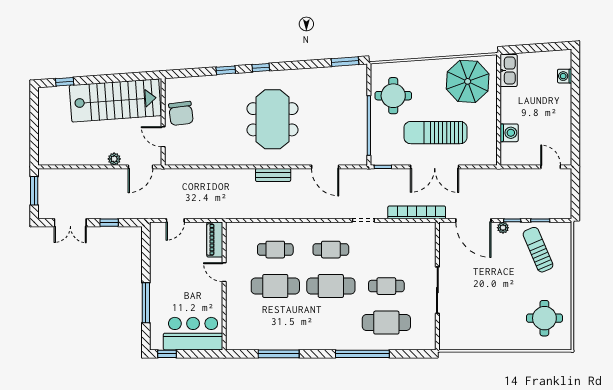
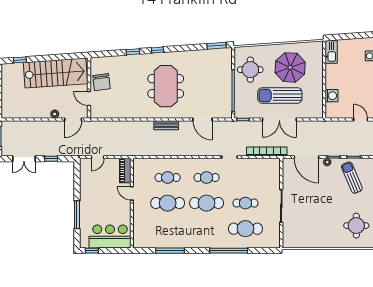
parasol: (468, 81) -> (290, 67), moved

